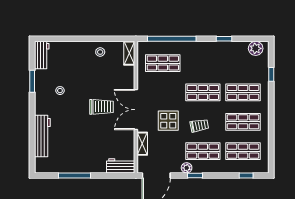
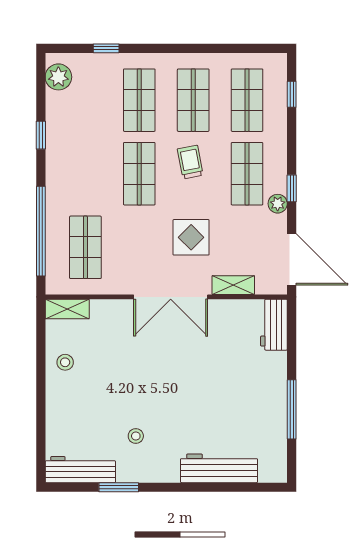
workbench: (42, 55) -> (80, 470), width x1.38
trolley: (101, 107) -> (166, 360), removed
trolley: (199, 126) -> (190, 162), moved

